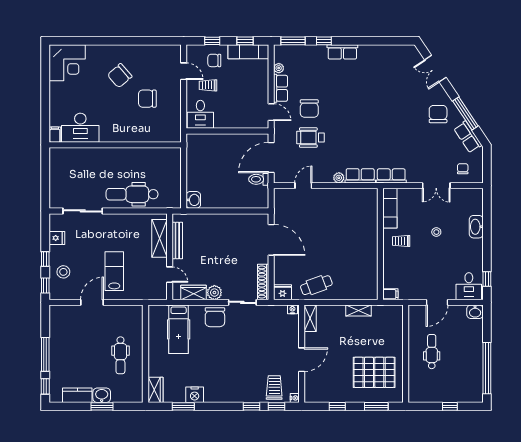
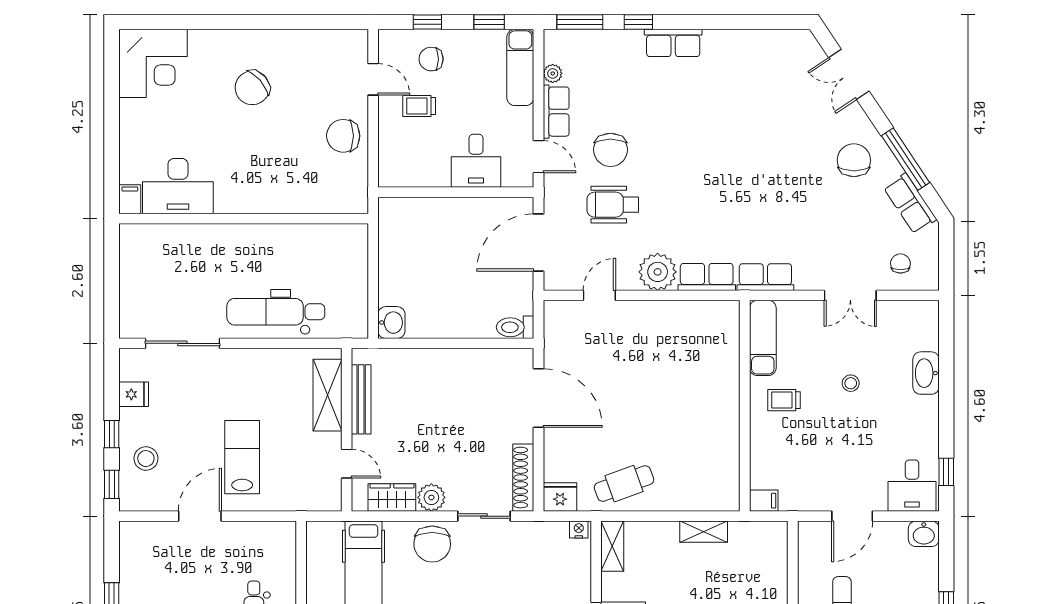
exam couch: (248, 52) -> (520, 67), moved, turned 90
chair: (147, 99) -> (343, 136), moved
desk: (200, 114) -> (476, 161), moved
plant: (339, 178) -> (658, 272), width x1.88, depth x1.88
toilet: (259, 179) -> (515, 327), moved

